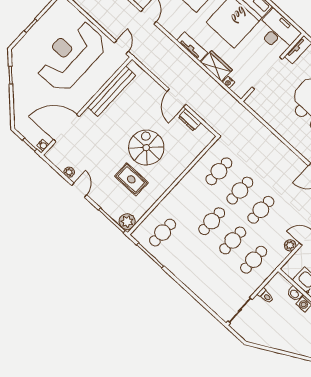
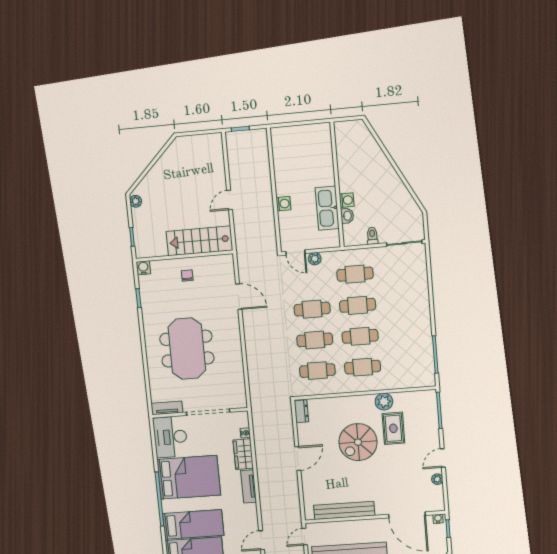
dresser: (190, 120) -> (301, 411), moved
plant: (127, 222) -> (384, 402), moved
cafe table: (163, 233) -> (363, 367), moved

